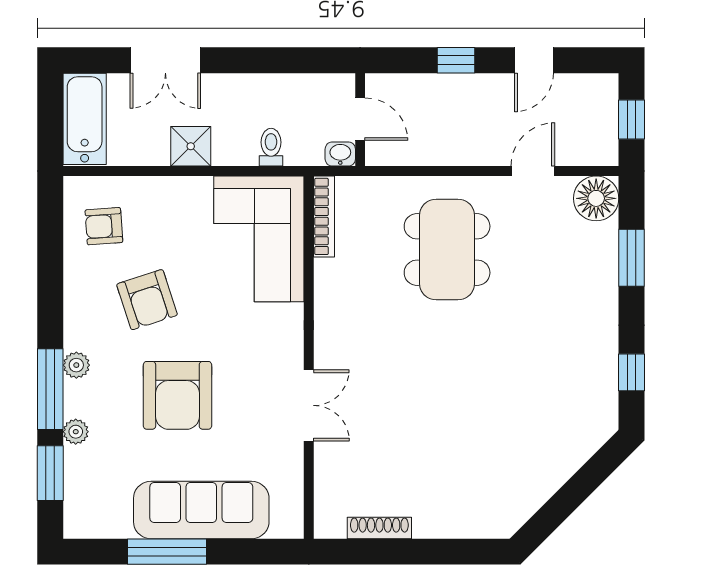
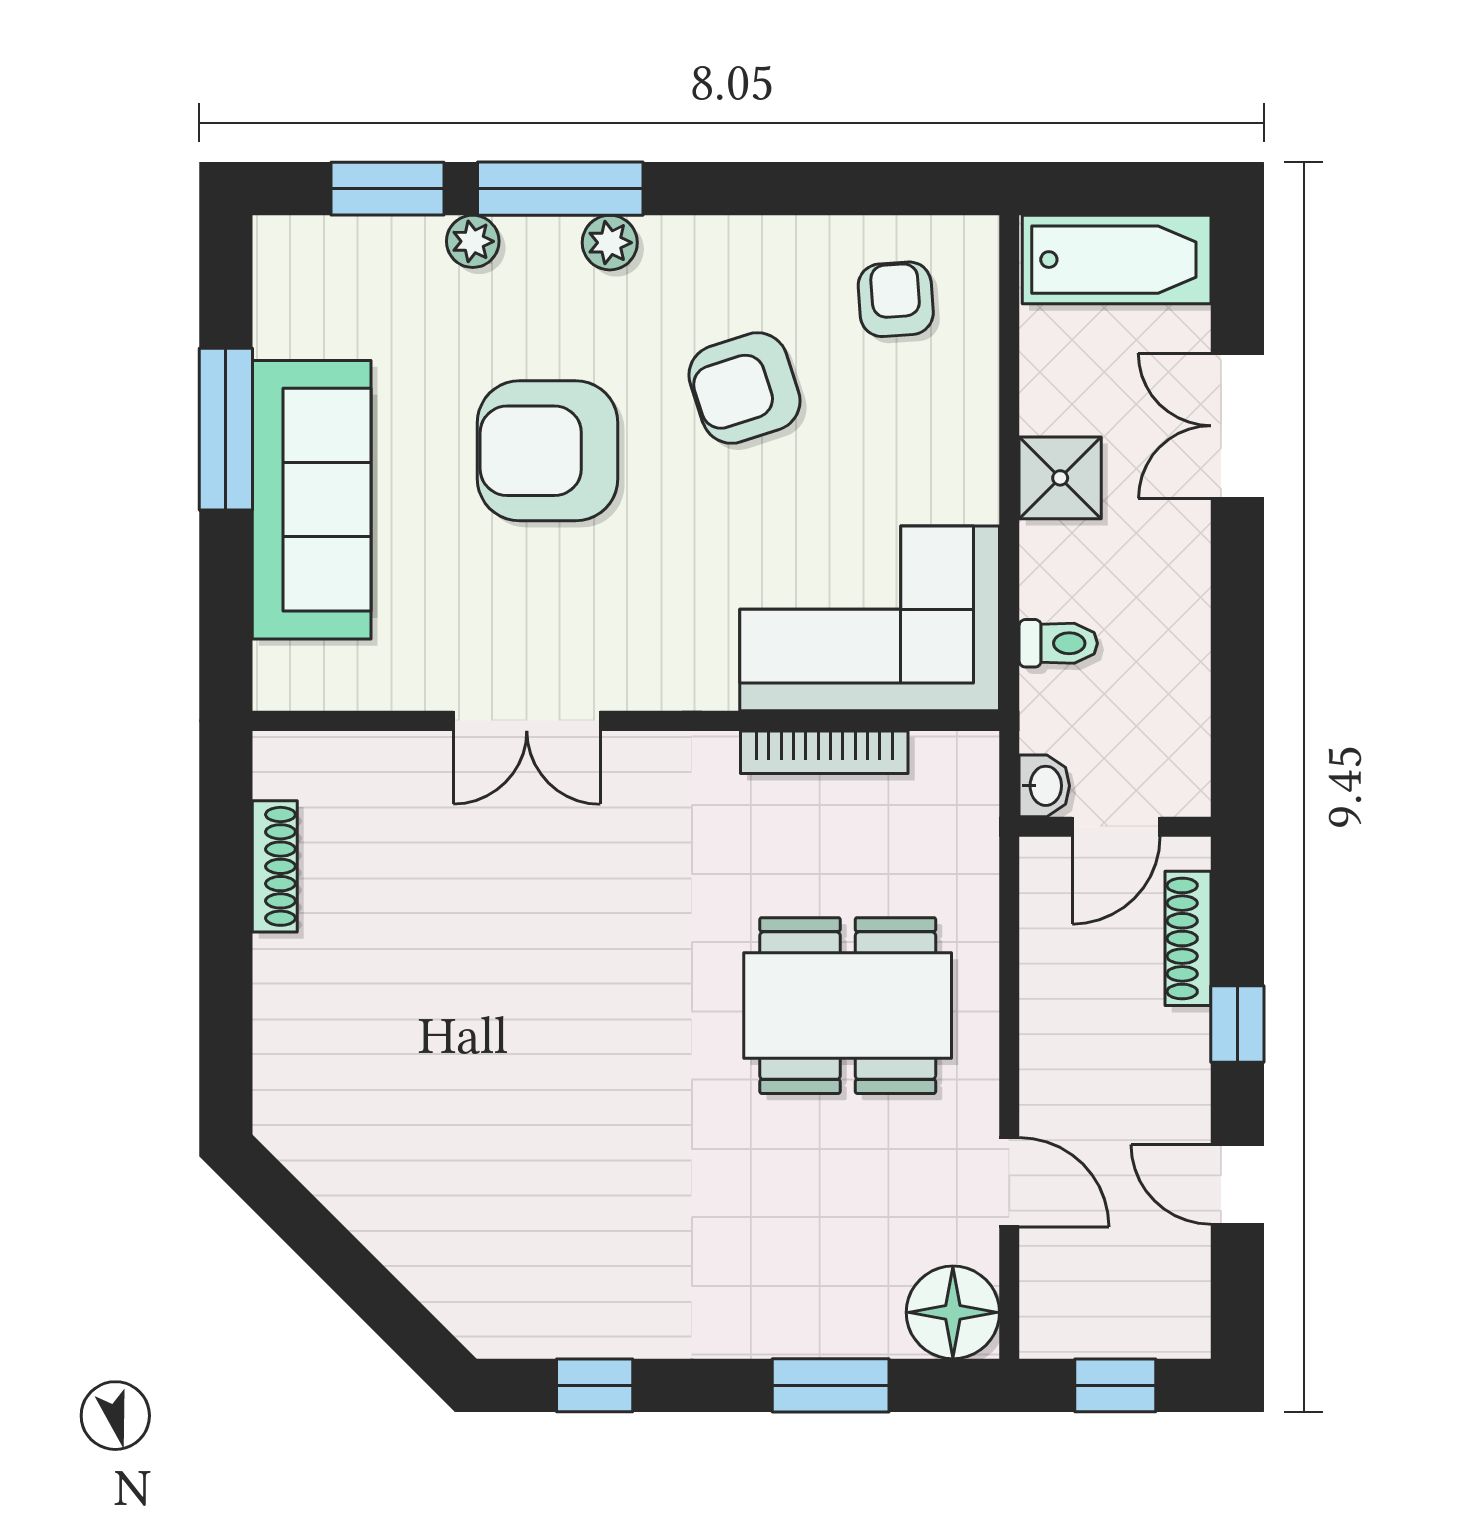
shoe rack: (414, 84) -> (1188, 938), added
bookcase: (324, 216) -> (824, 752), moved

